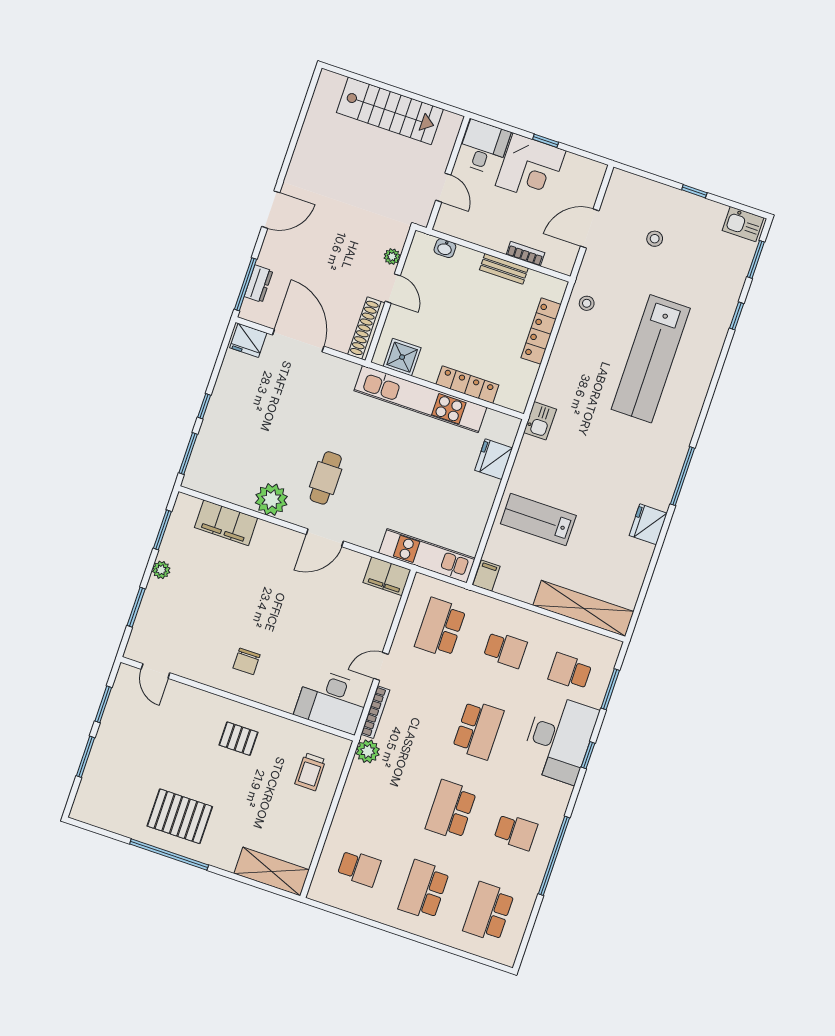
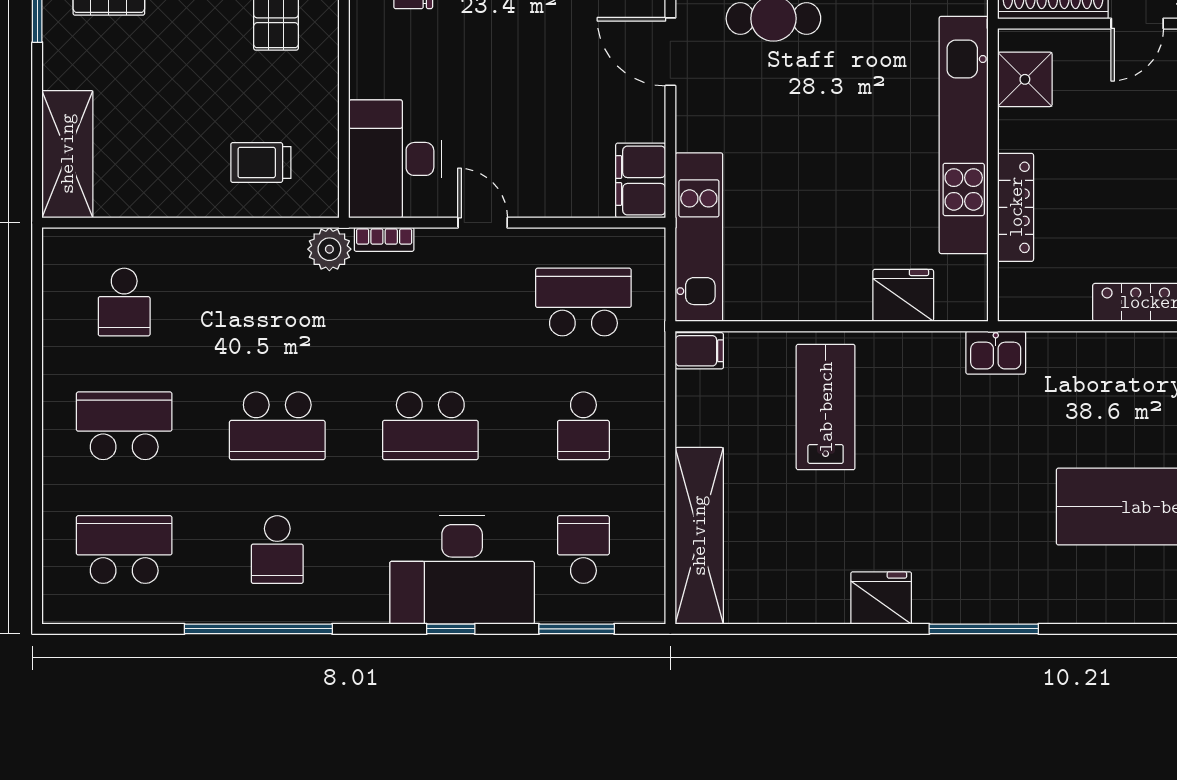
bookcase: (375, 712) -> (384, 239), width x0.64
school desk: (451, 810) -> (277, 426), turned 180

